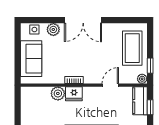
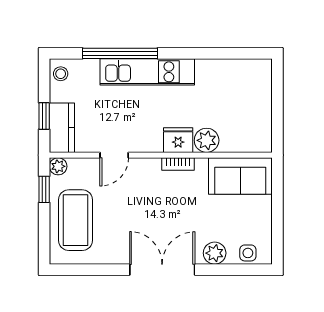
sofa: (31, 59) -> (240, 176), moved, turned -90

